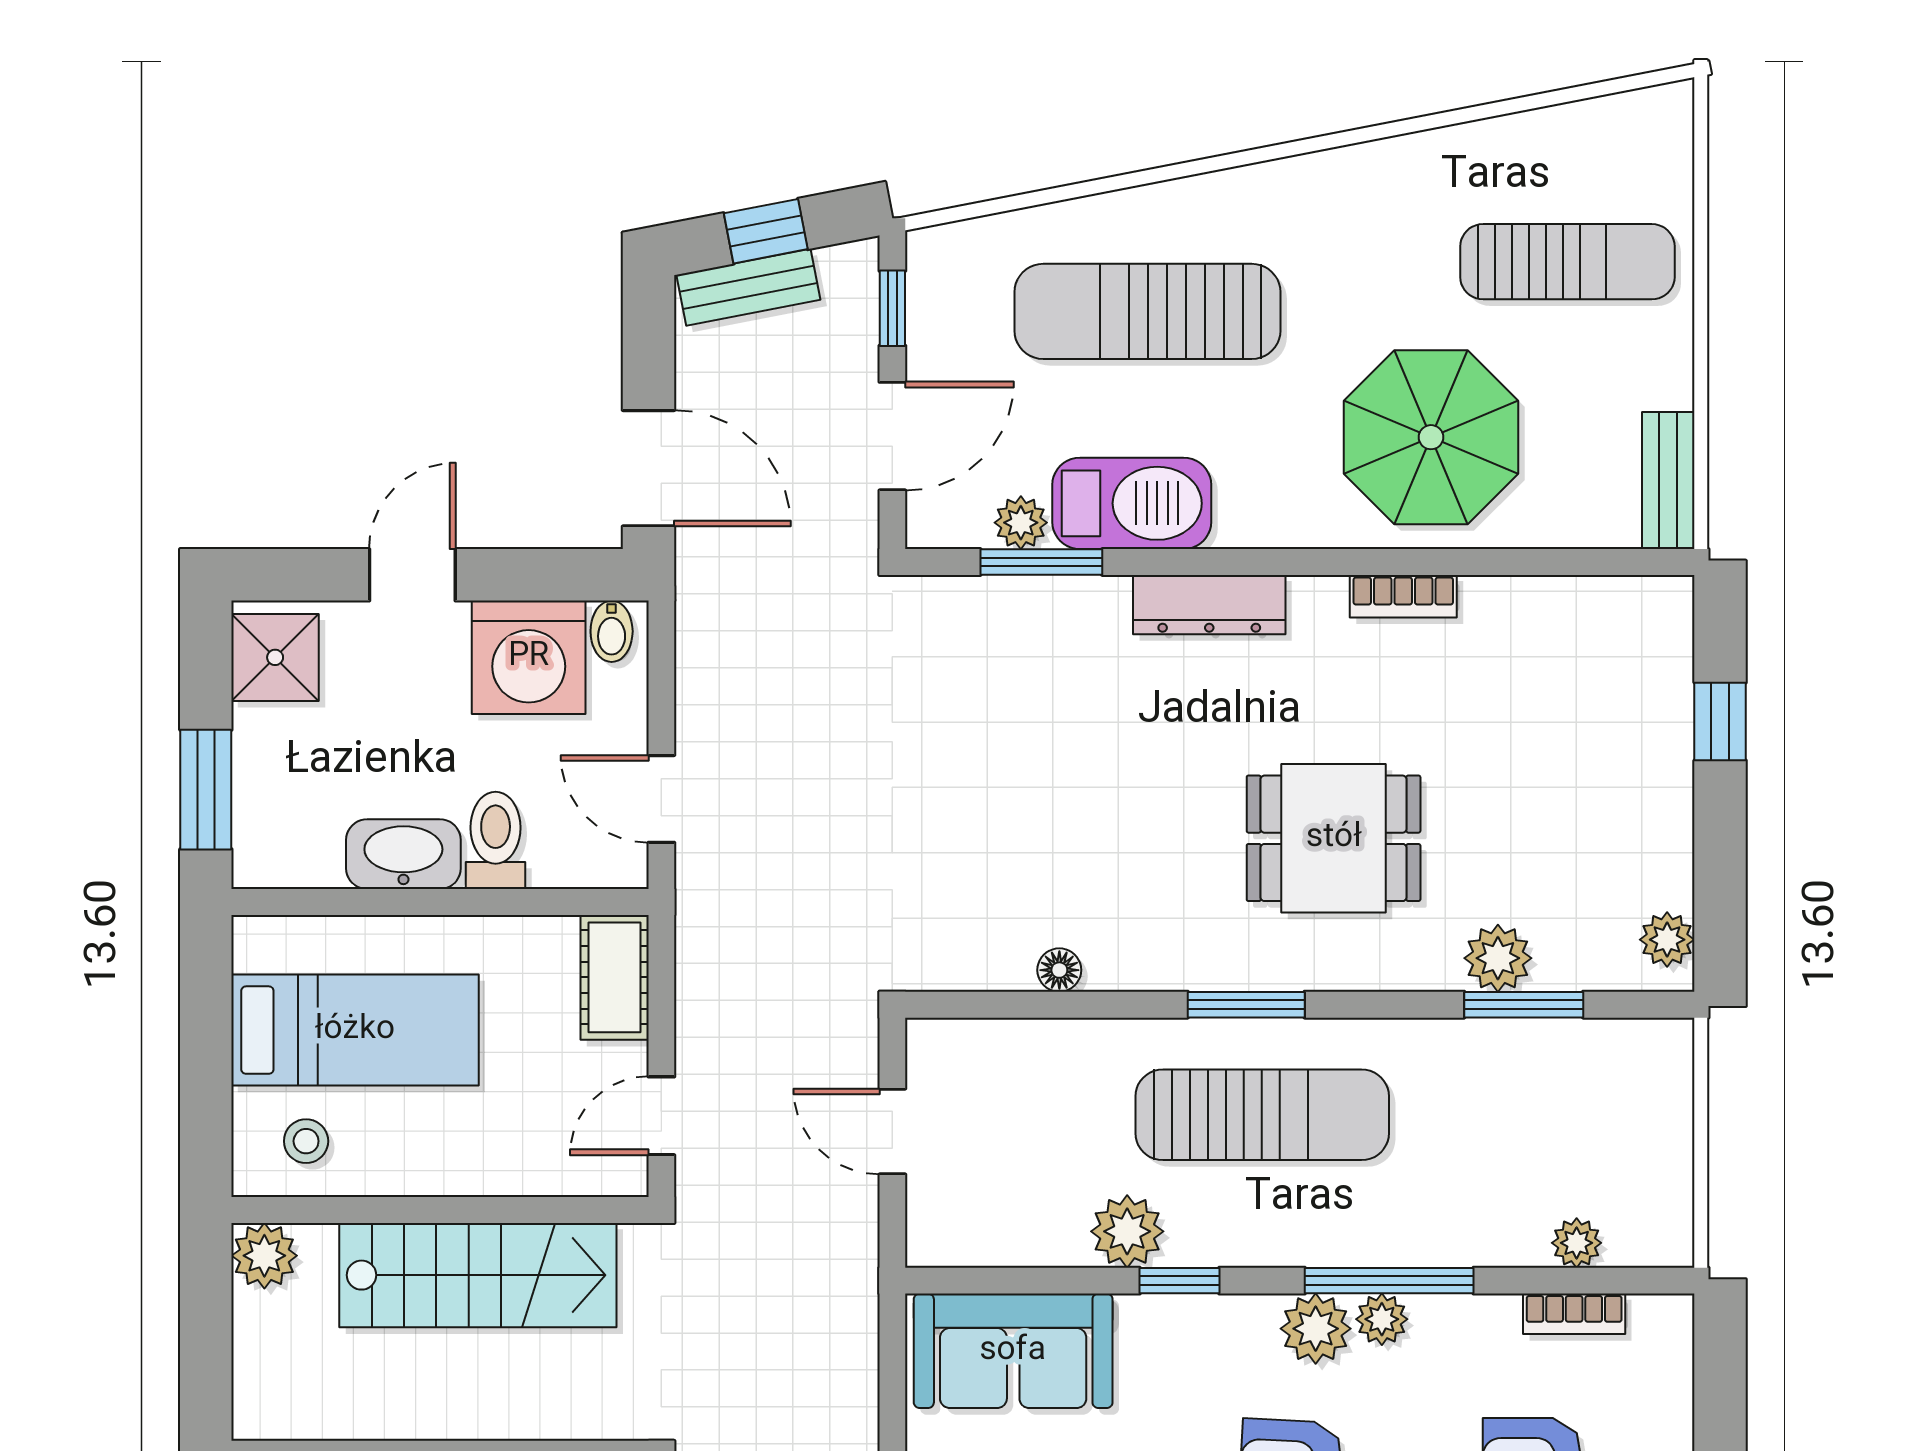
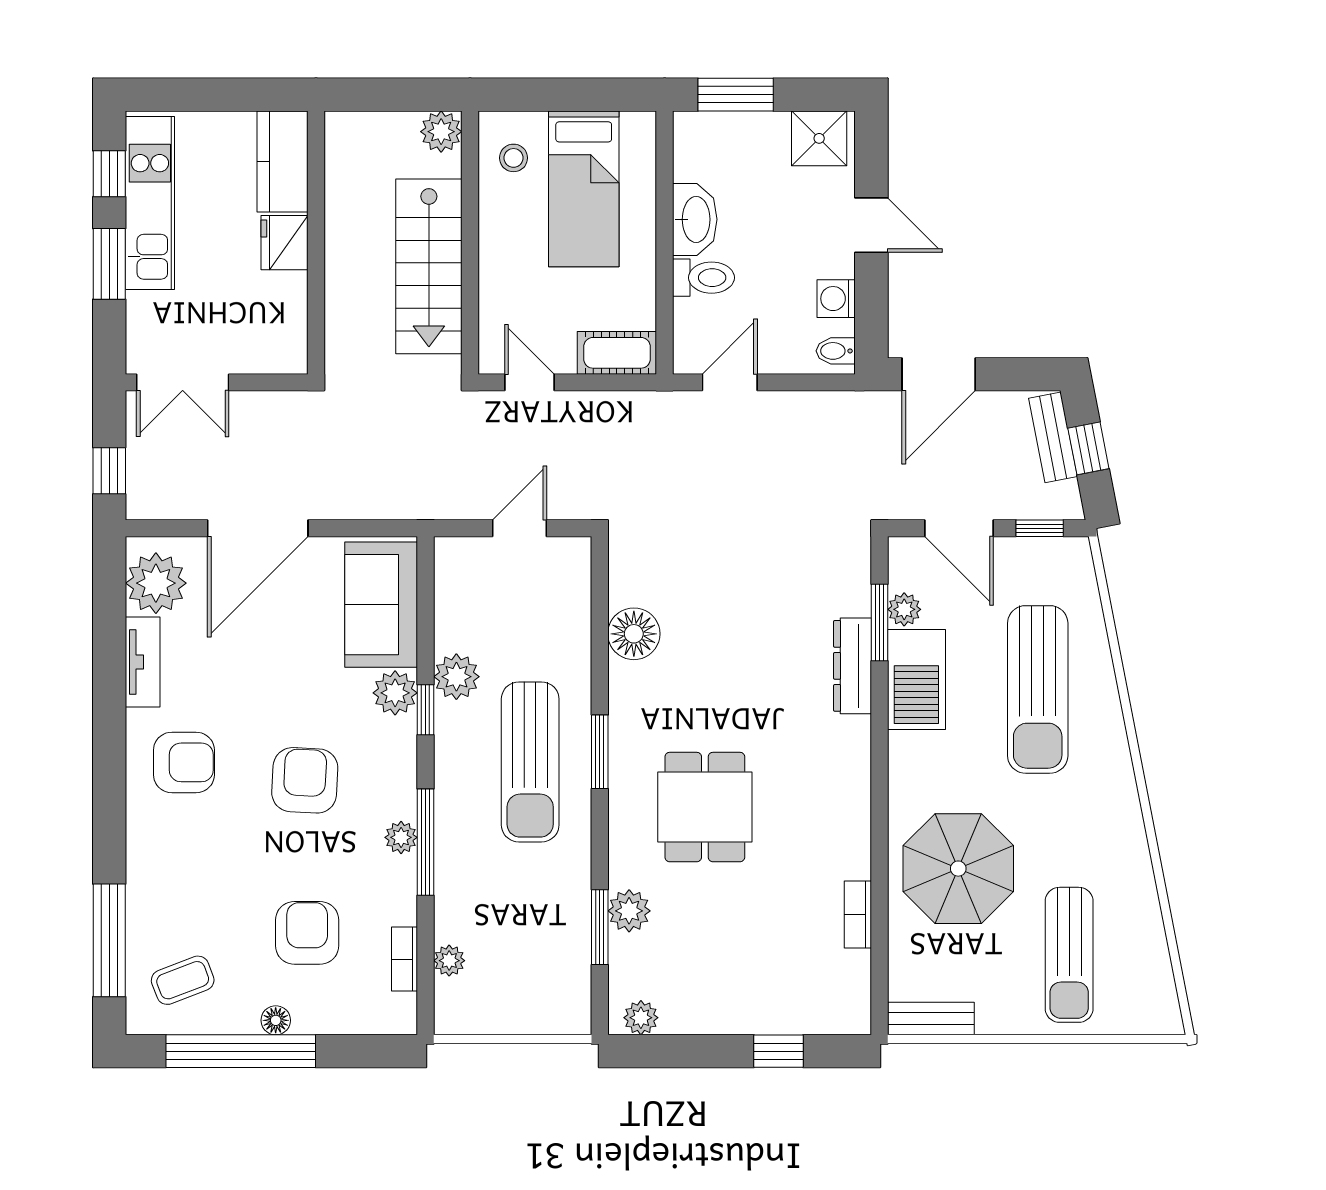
sun lounger: (1147, 311) -> (1038, 689), turned 180
bookcase: (1403, 596) -> (858, 915), moved
dresser: (1209, 605) -> (853, 666), moved
washing machine: (529, 657) -> (836, 299), width x0.53, depth x0.53
floor lamp: (1059, 970) -> (634, 634), width x1.89, depth x1.89
plant: (1316, 1329) -> (395, 693), moved

